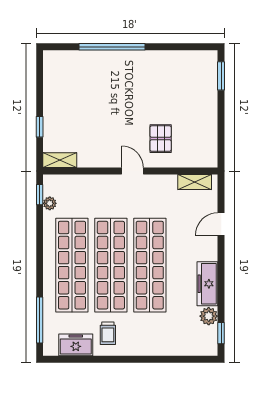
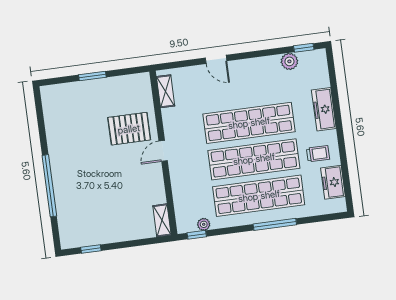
window: (221, 76) -> (92, 76), moved
window: (40, 127) -> (91, 249), moved
pallet: (161, 139) -> (129, 129), width x1.50, depth x1.42
door: (221, 224) -> (216, 59), moved
freezer: (207, 284) -> (324, 109), moved, turned 90
window: (40, 320) -> (275, 224), moved

